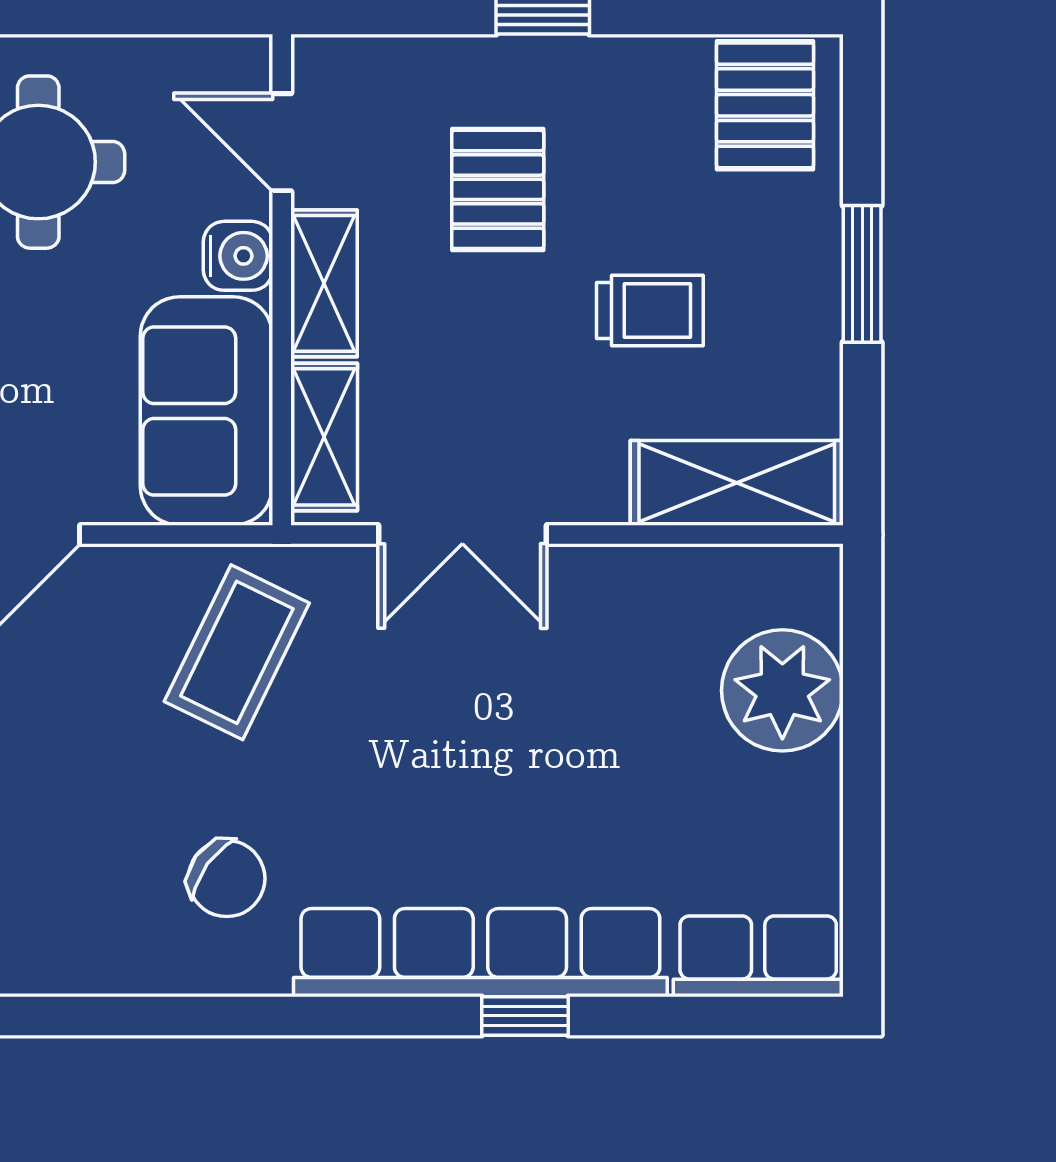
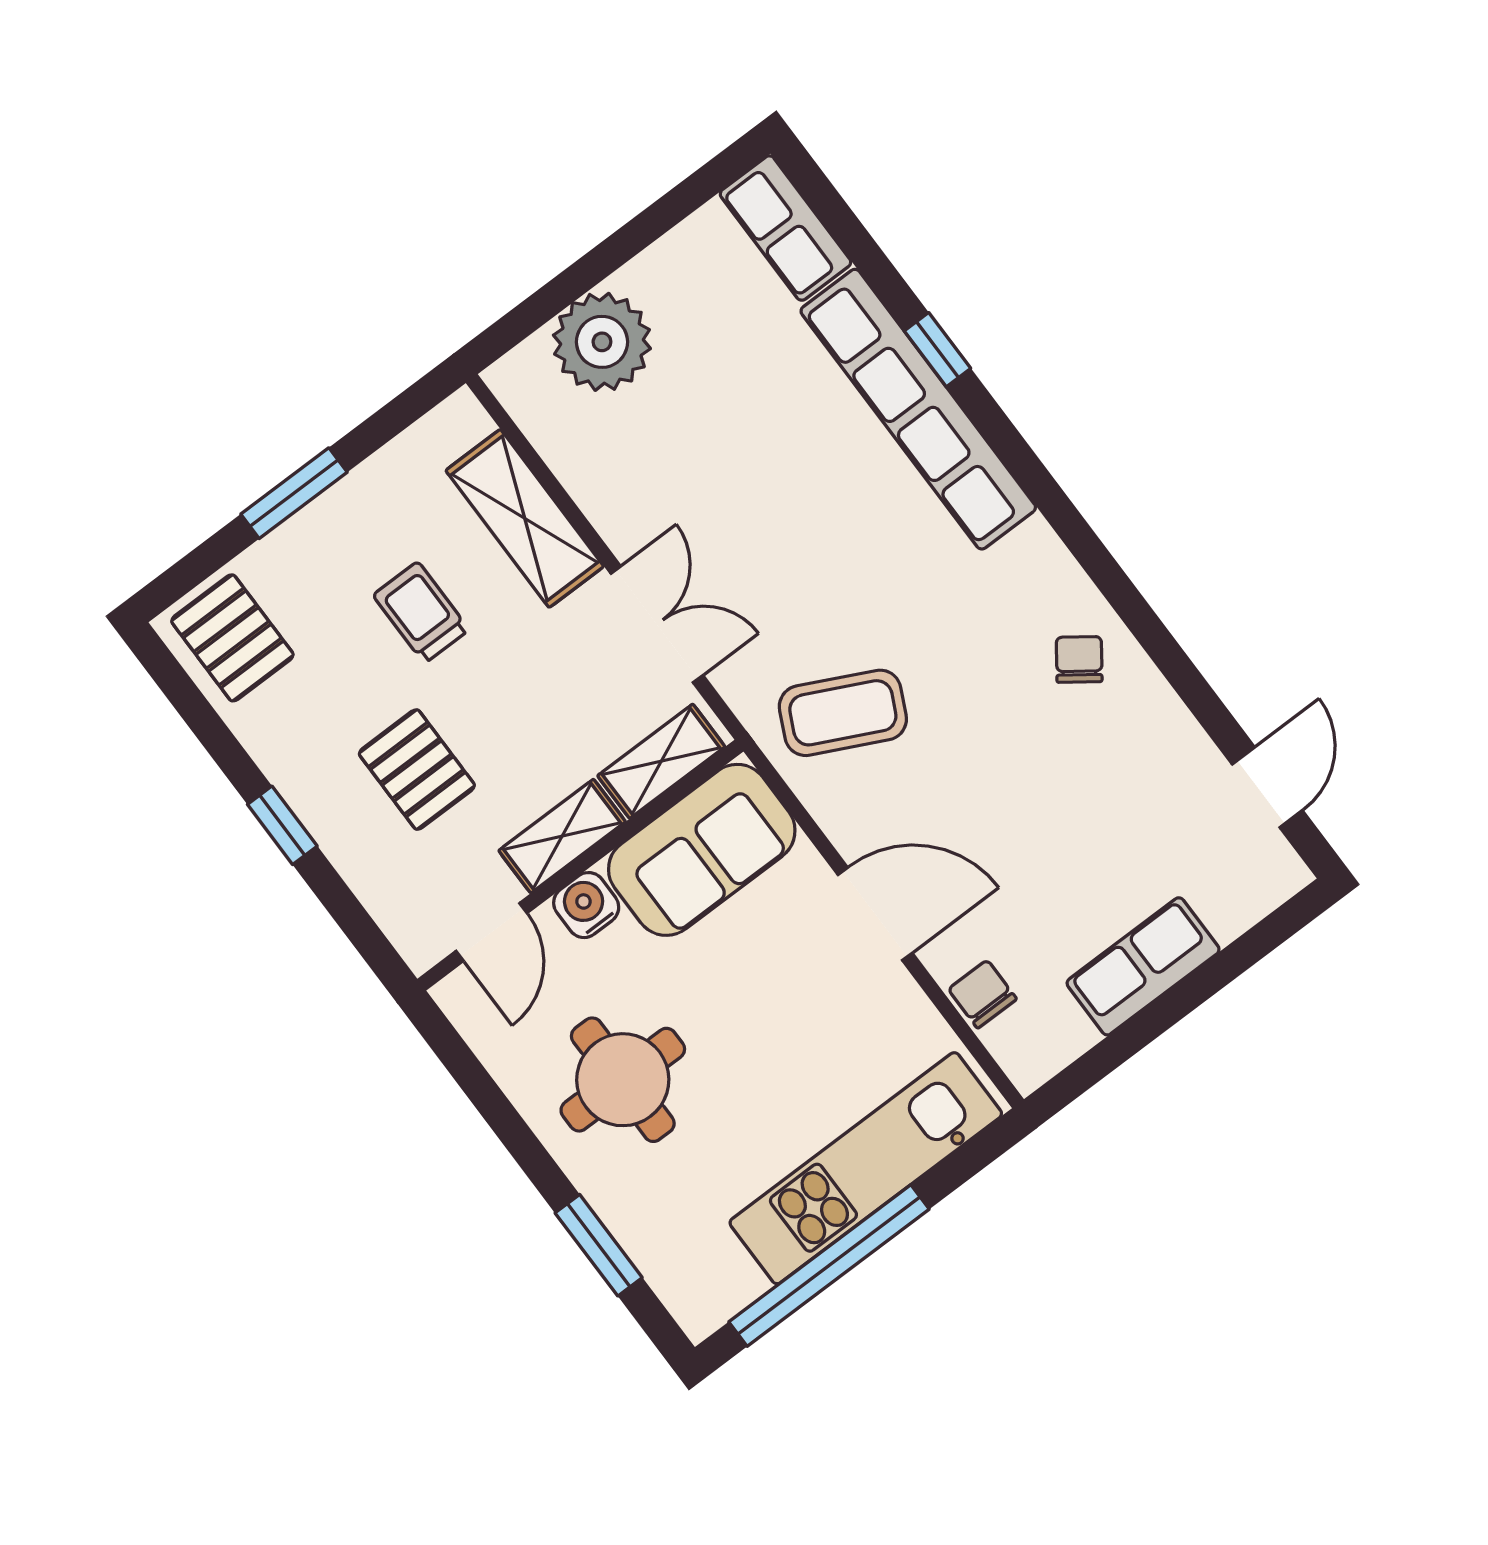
pallet: (765, 105) -> (232, 638), turned 90
pallet: (498, 189) -> (417, 770), turned 90
shelving: (737, 483) -> (525, 518), moved
chair: (227, 878) -> (1079, 659), moved, width x0.73, depth x0.73

